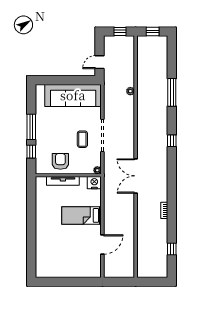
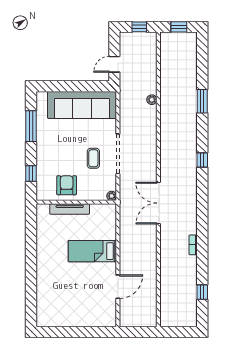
window: (172, 92) -> (202, 101), width x0.69
window: (31, 127) -> (31, 126), moved
nightstand: (94, 183) -> (108, 211), removed

